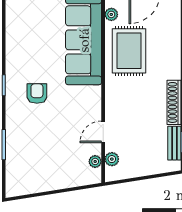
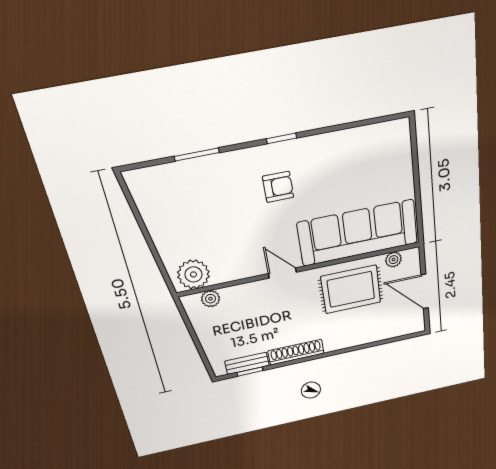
door: (103, 132) -> (282, 273), moved
plant: (95, 161) -> (193, 274), width x1.87, depth x1.87

